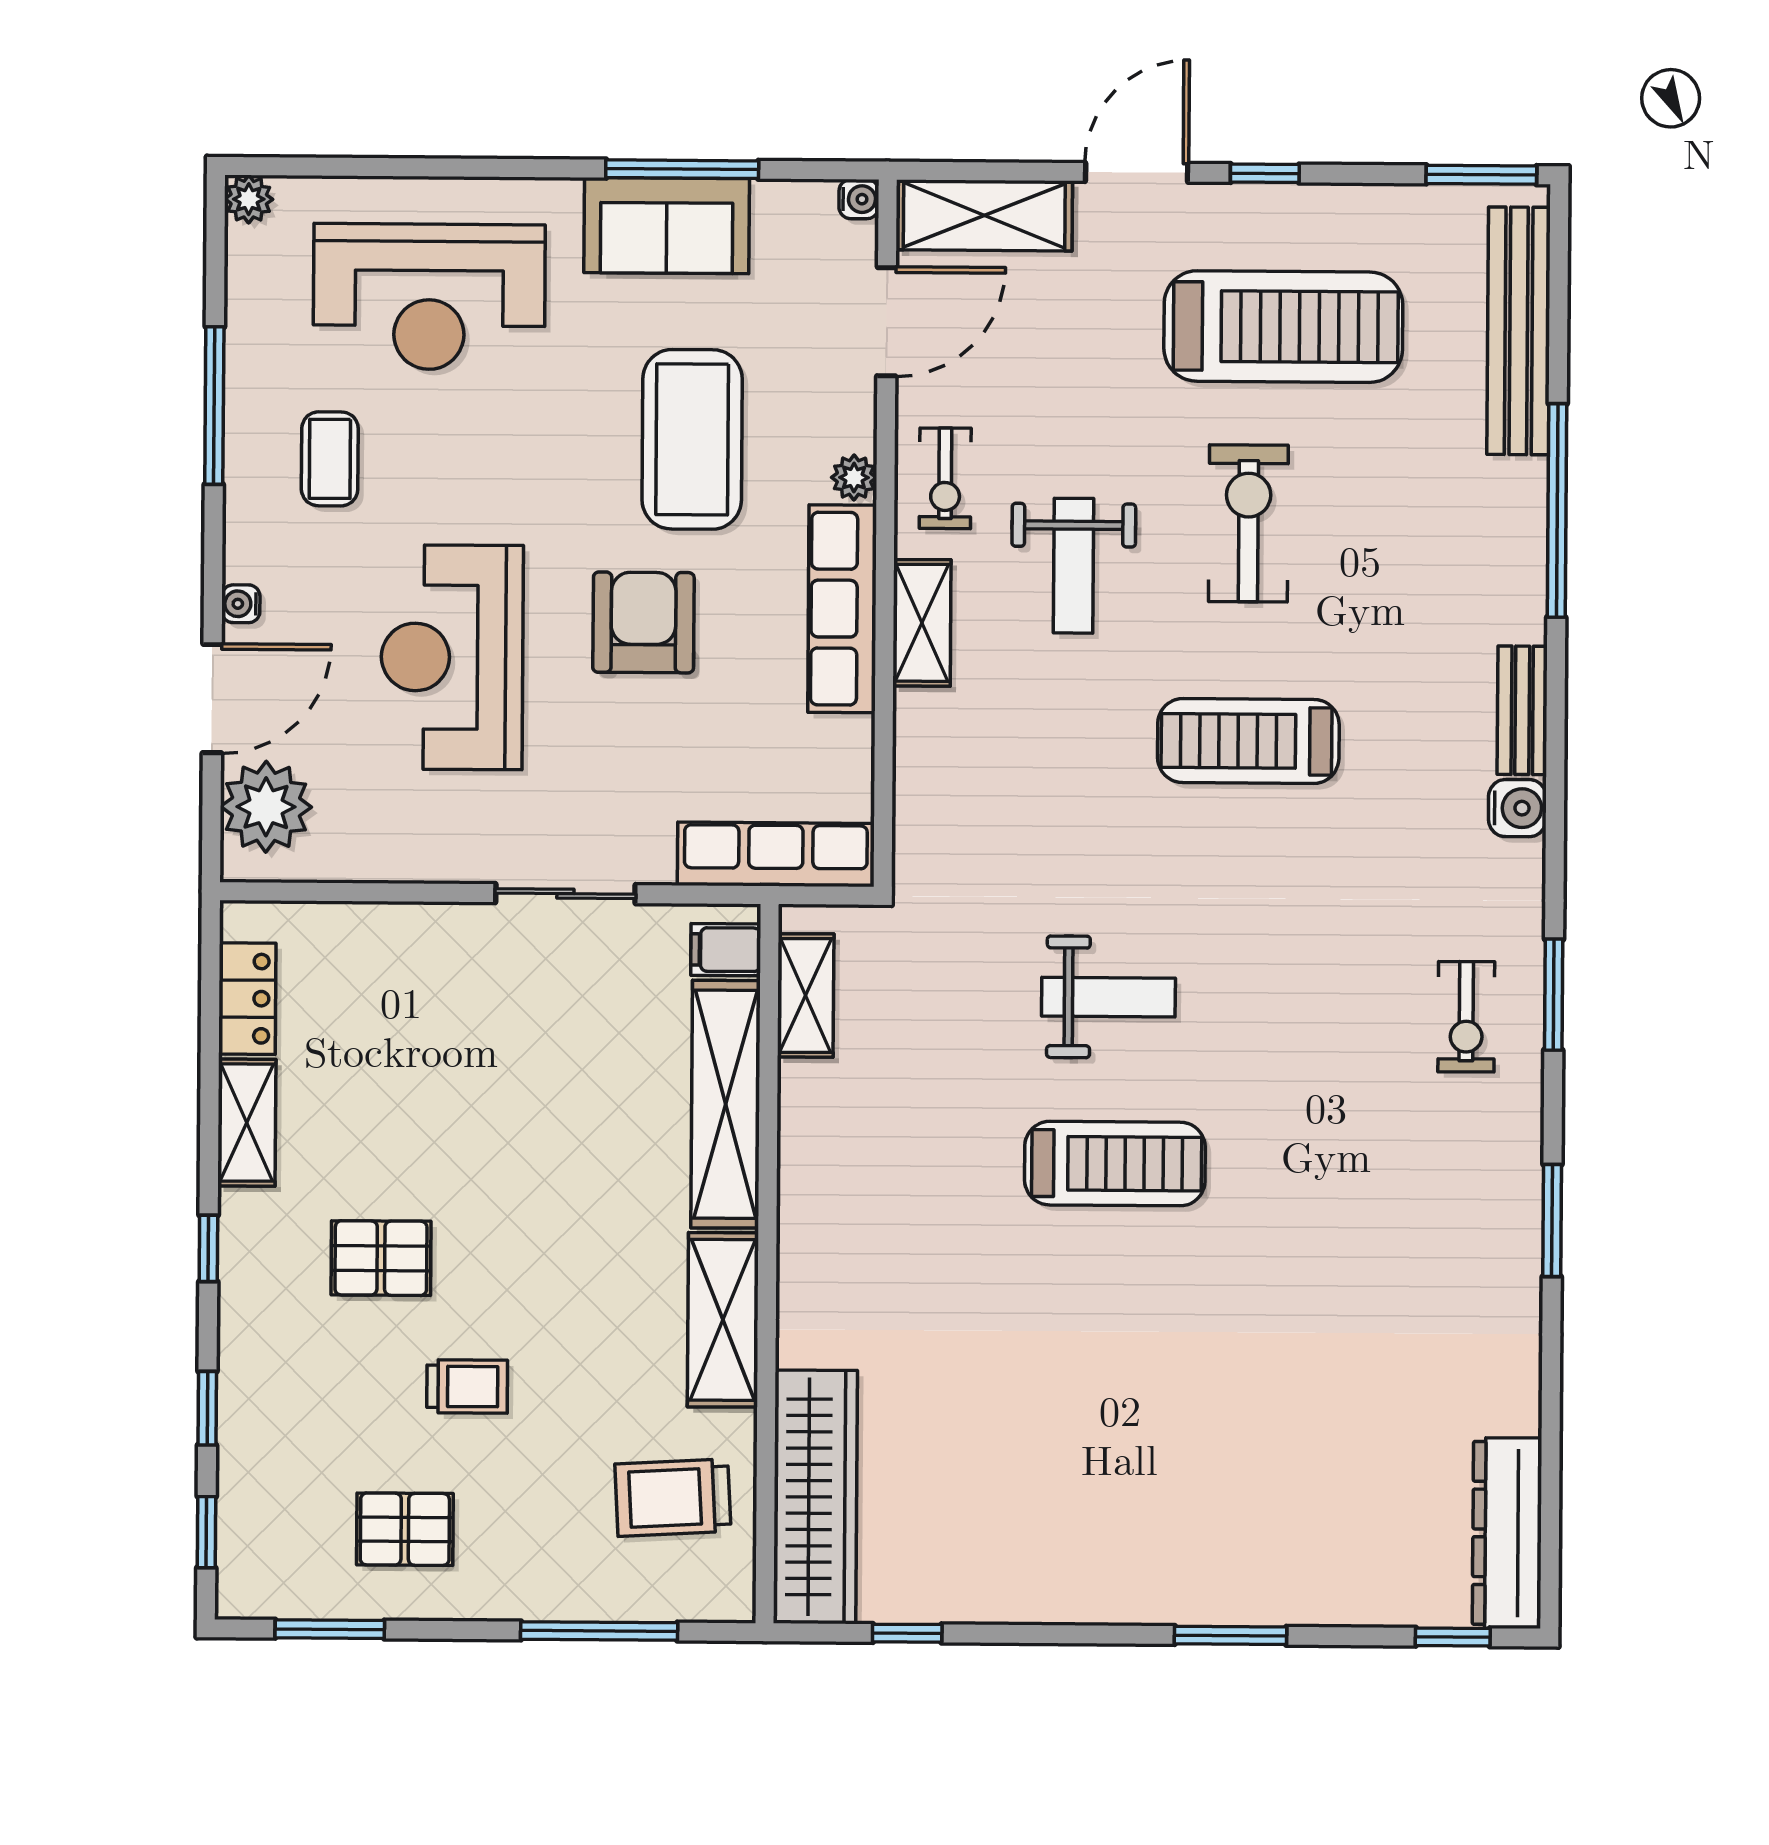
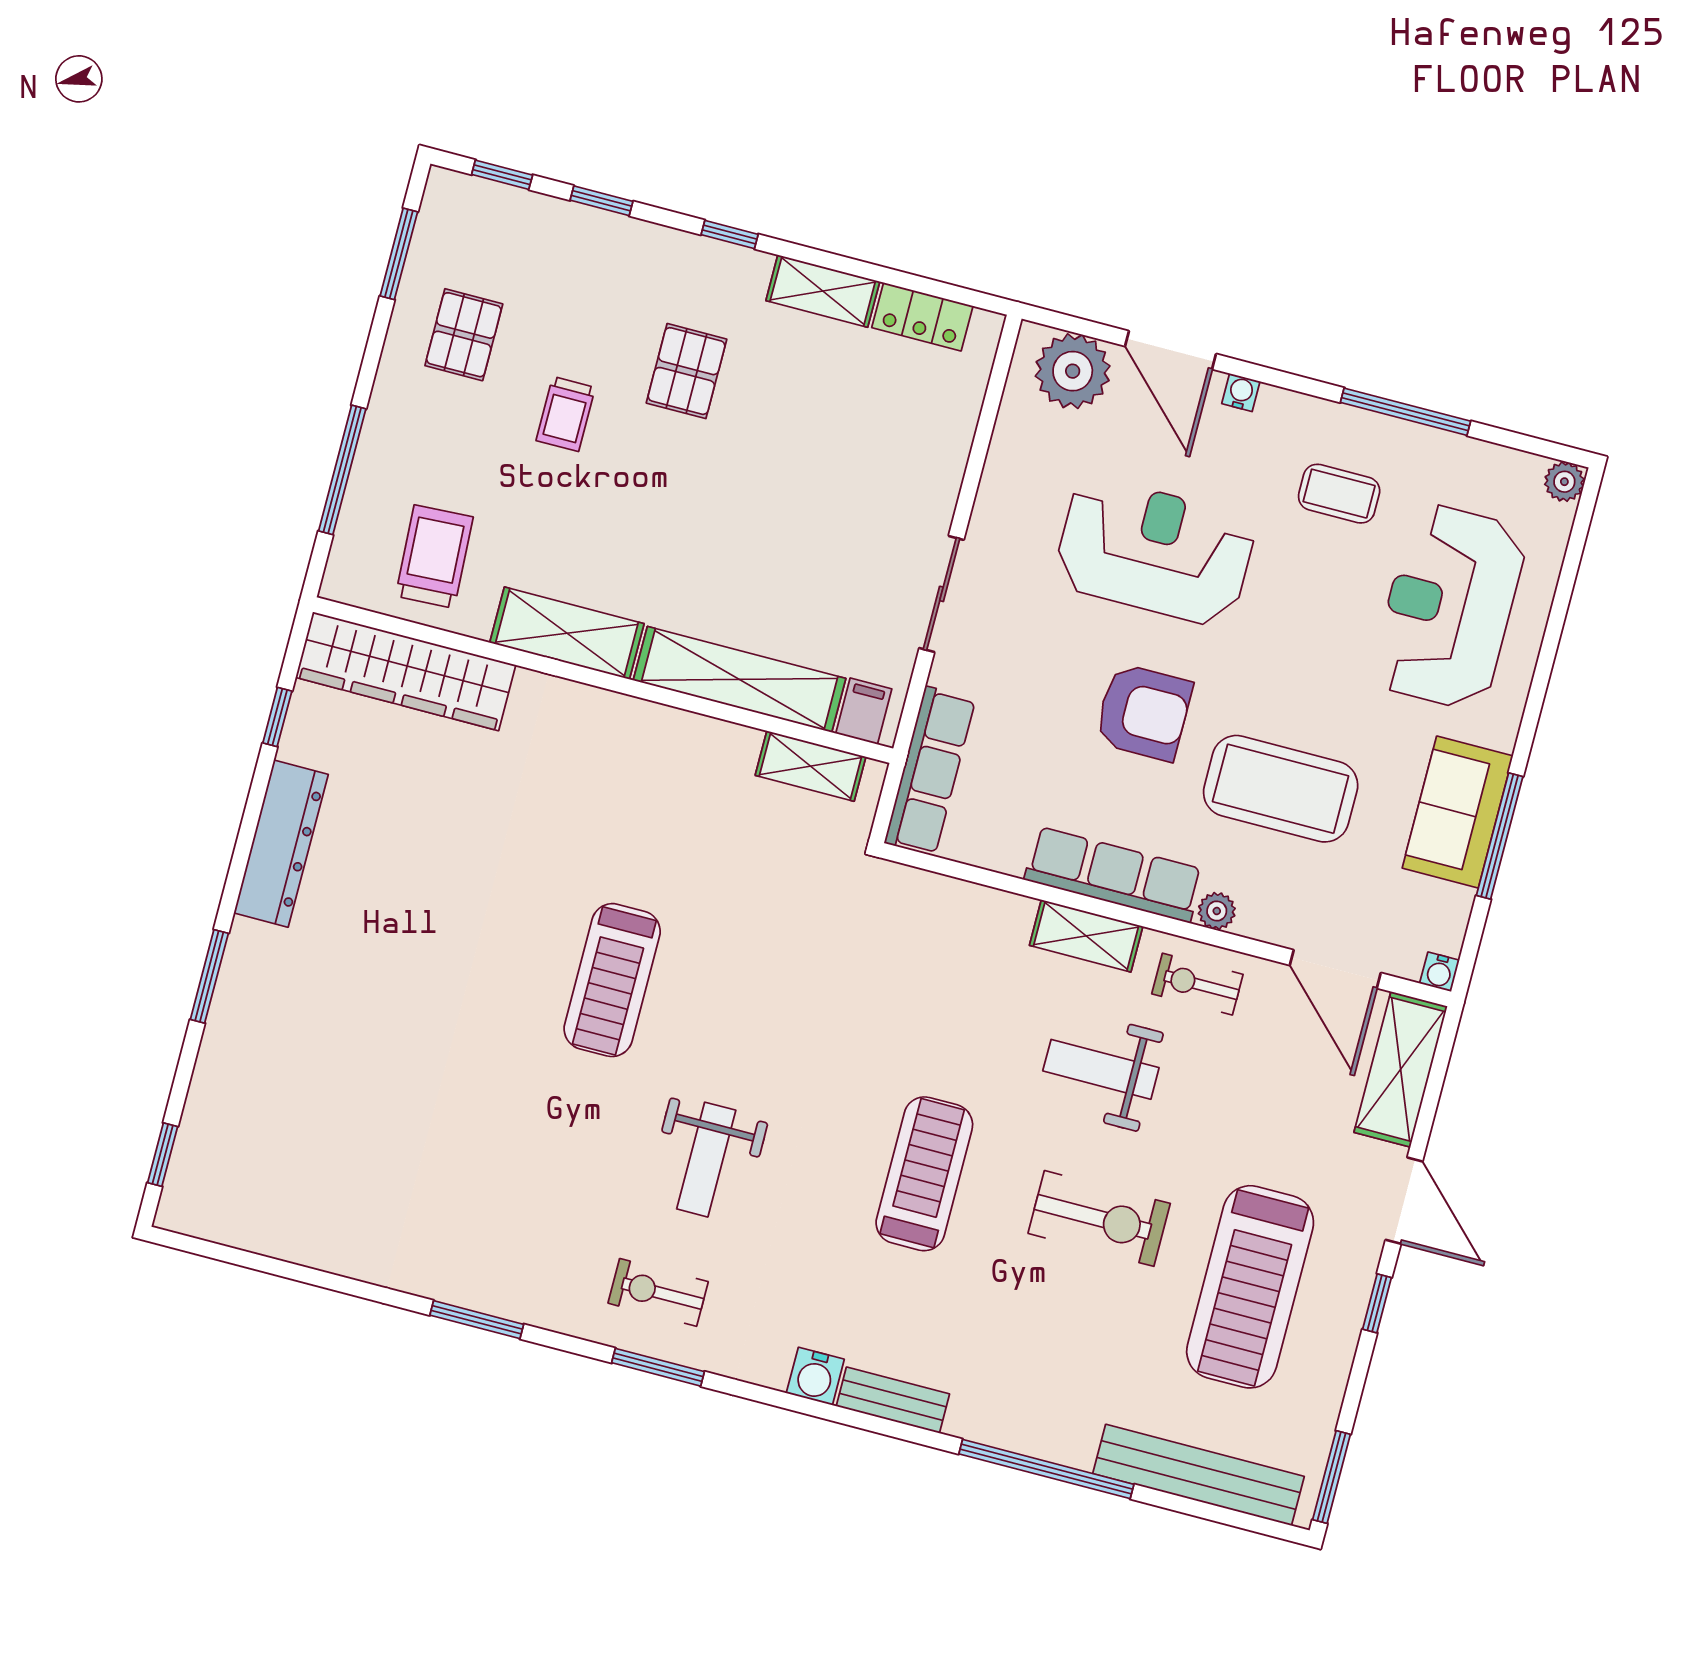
weight bench: (1108, 997) -> (706, 1160), moved
dresser: (1507, 1533) -> (281, 844), moved, turned 90

